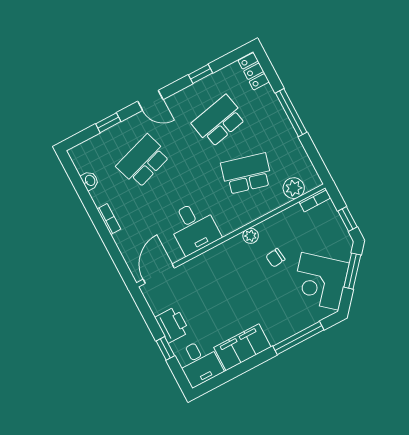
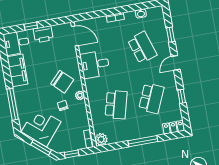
school desk: (219, 121) -> (151, 98), turned 36
plant: (294, 188) -> (101, 139), moved
chair: (238, 271) -> (62, 82), added

